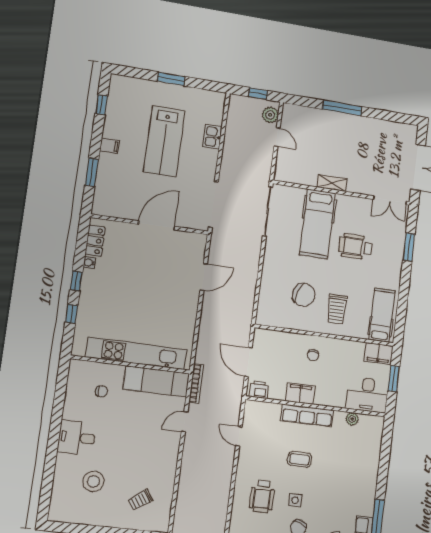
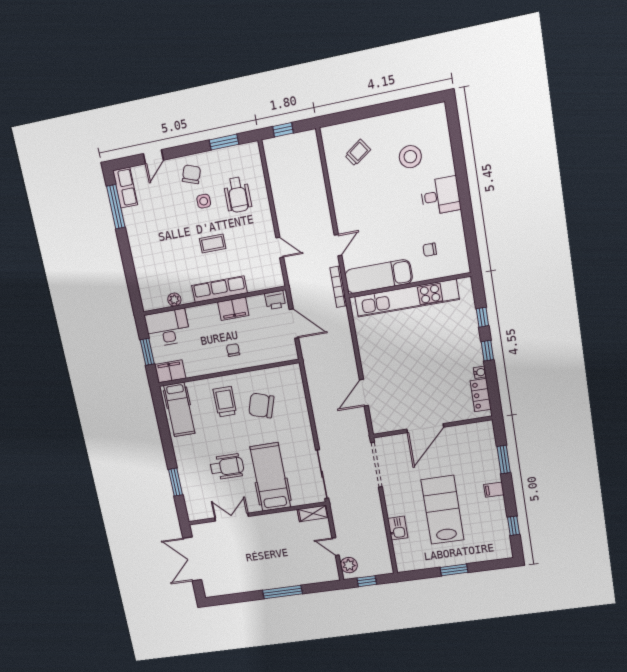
shelving: (332, 183) -> (313, 513), moved
double door: (390, 200) -> (232, 517), moved
wheelchair: (262, 496) -> (238, 195), turned 180

